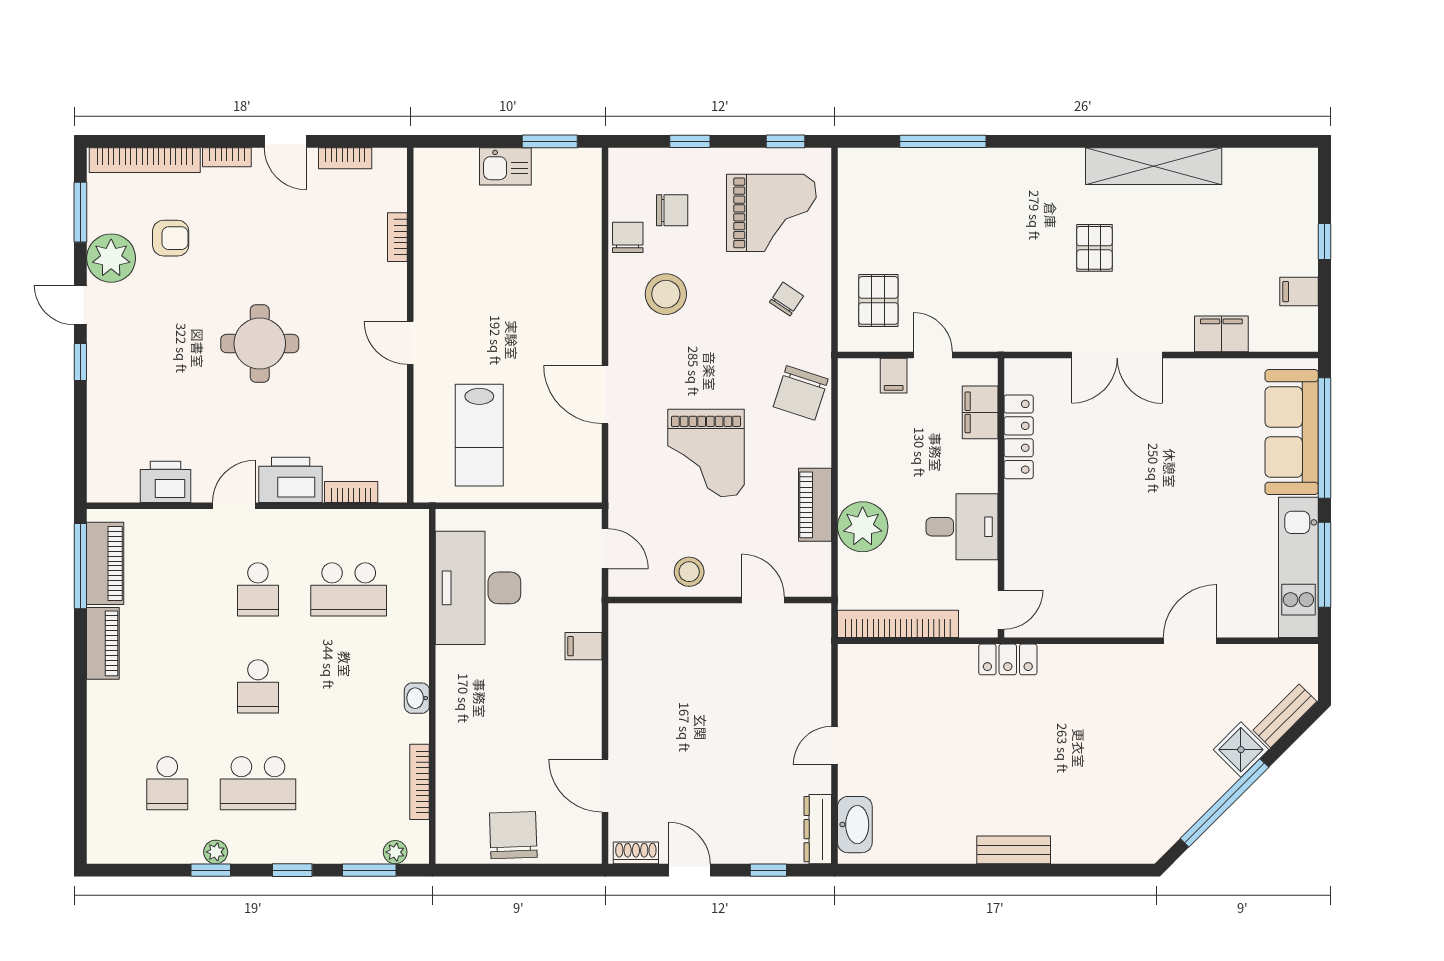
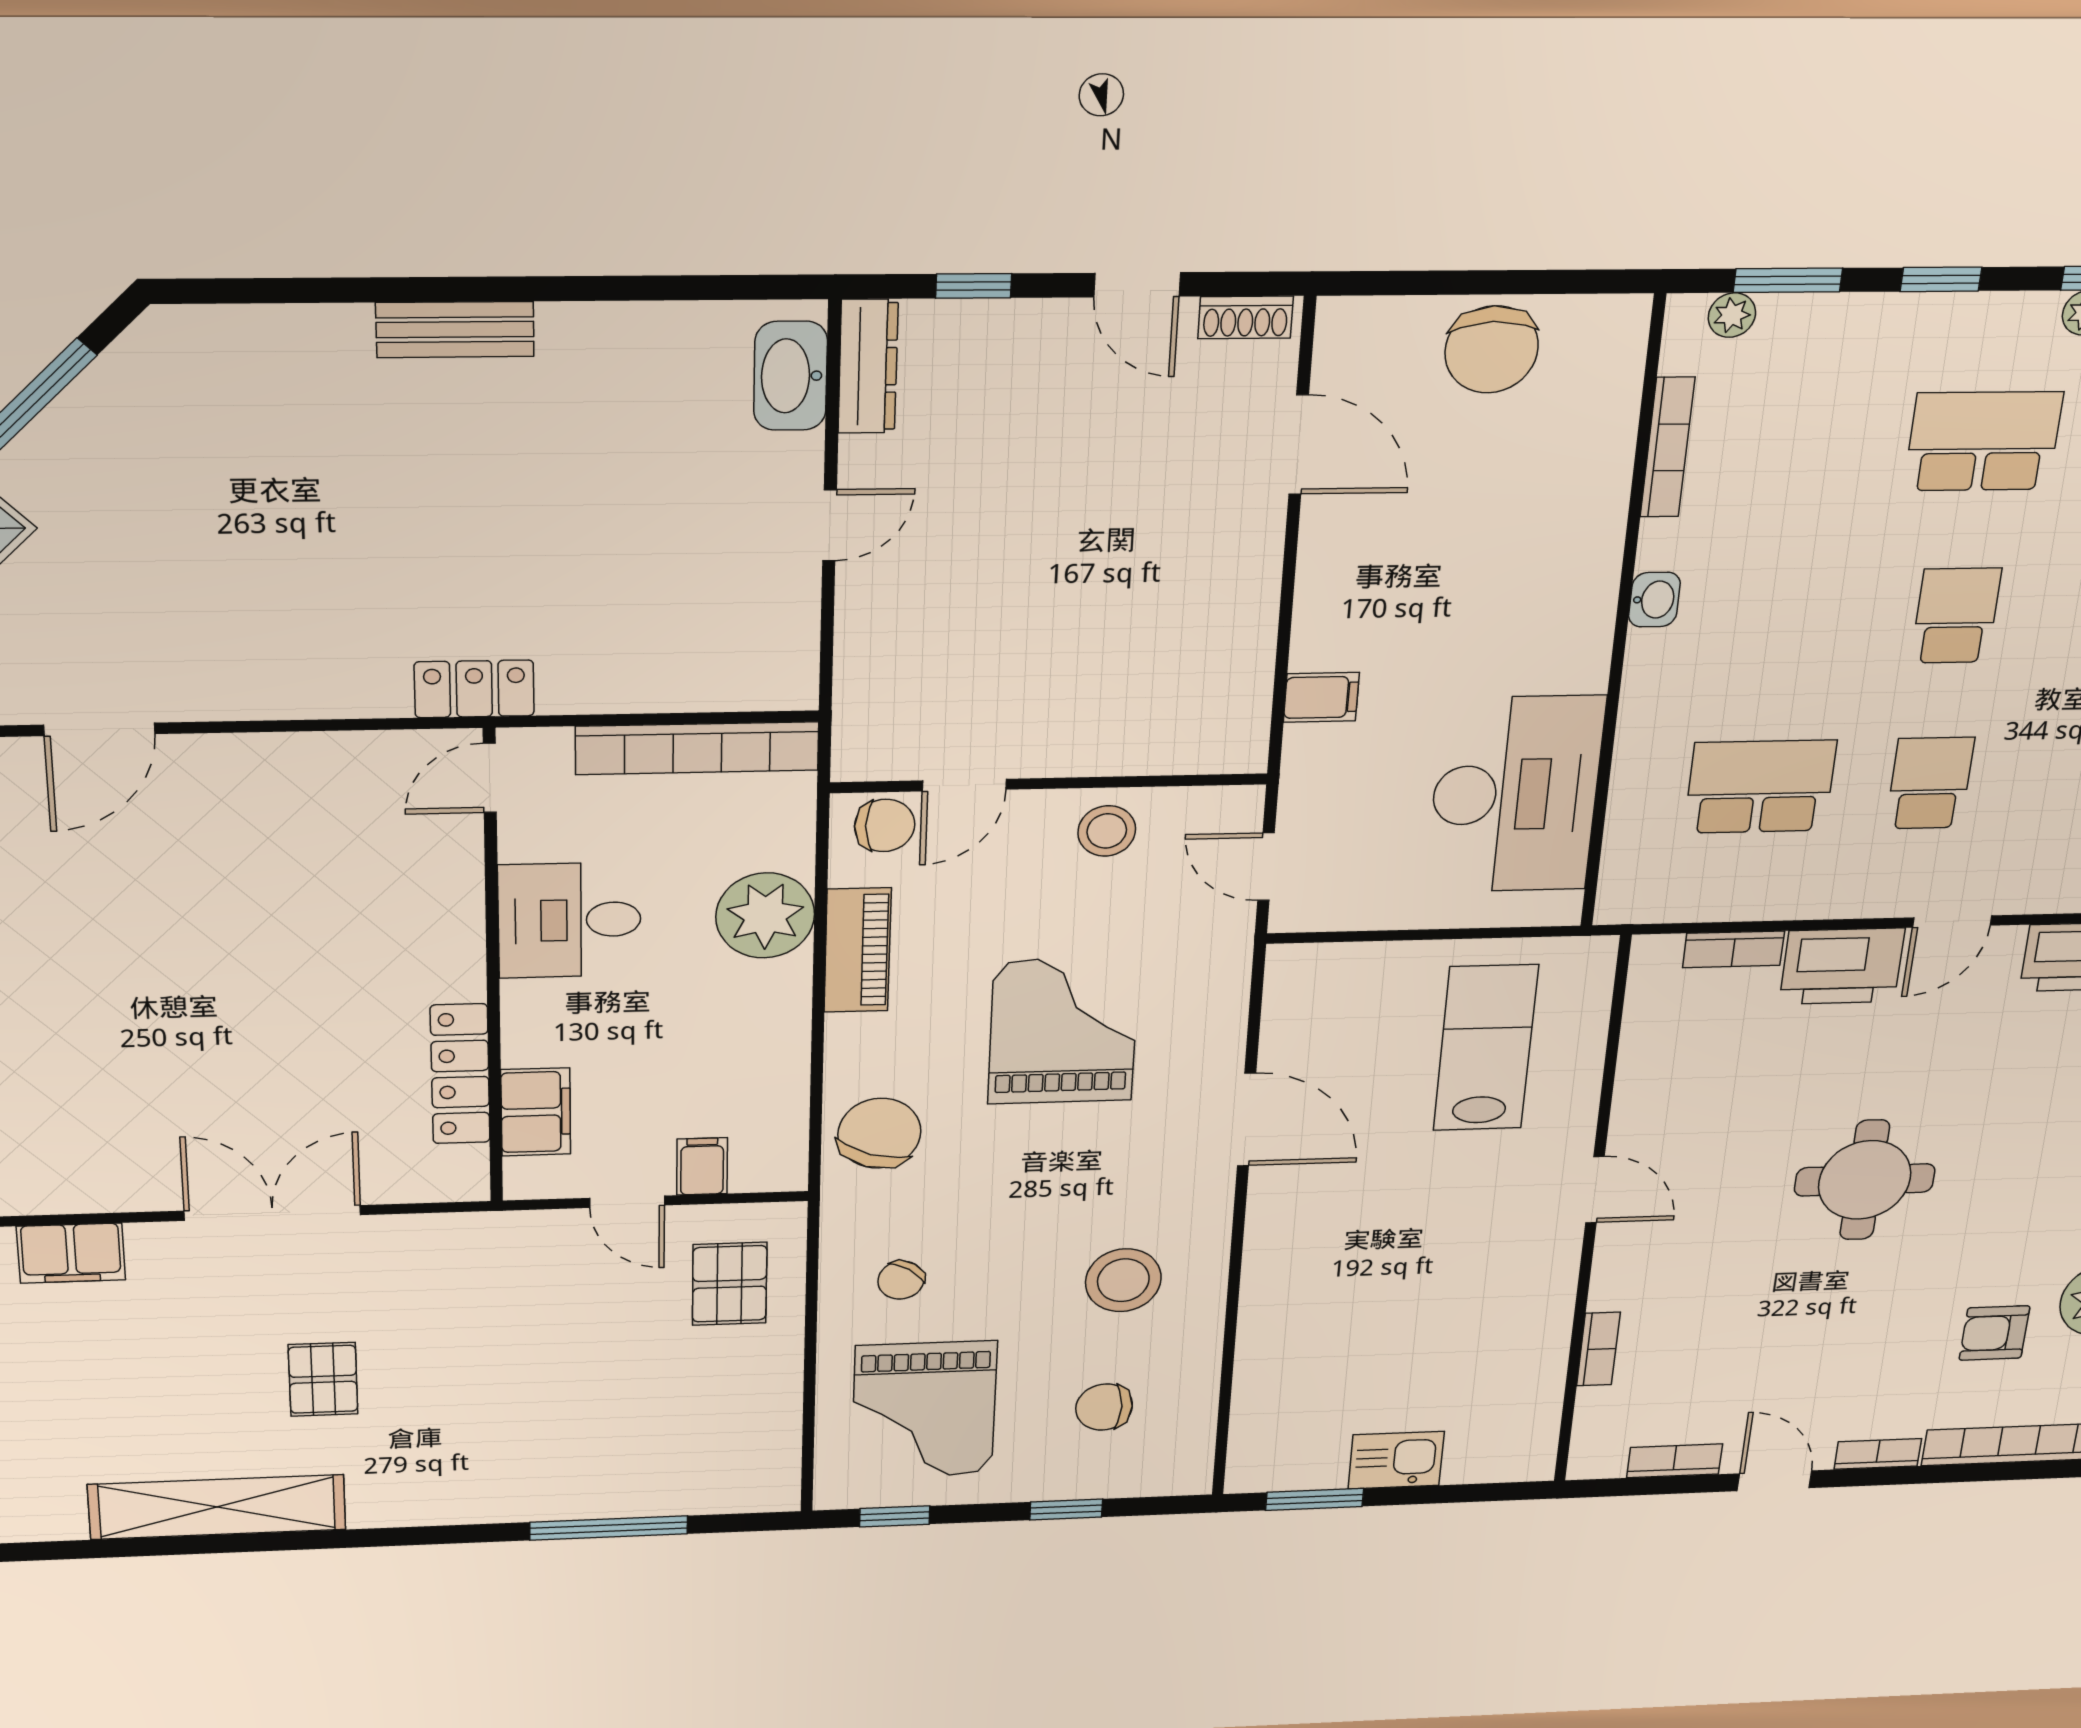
grand piano: (771, 213) -> (924, 1410), turned -90
chair: (628, 237) -> (885, 825), moved, turned -90
door: (763, 600) -> (964, 785), hinge flipped

